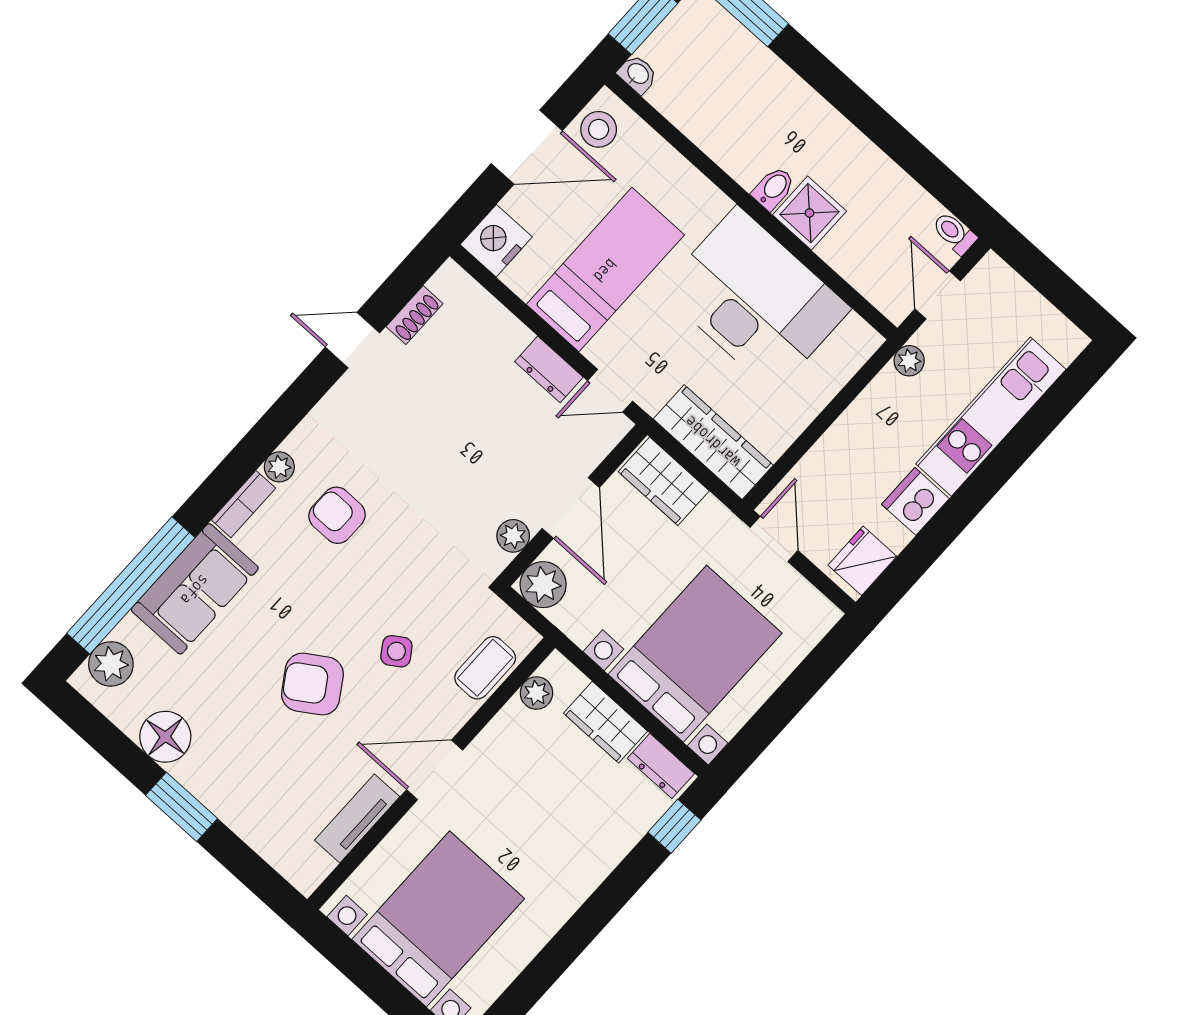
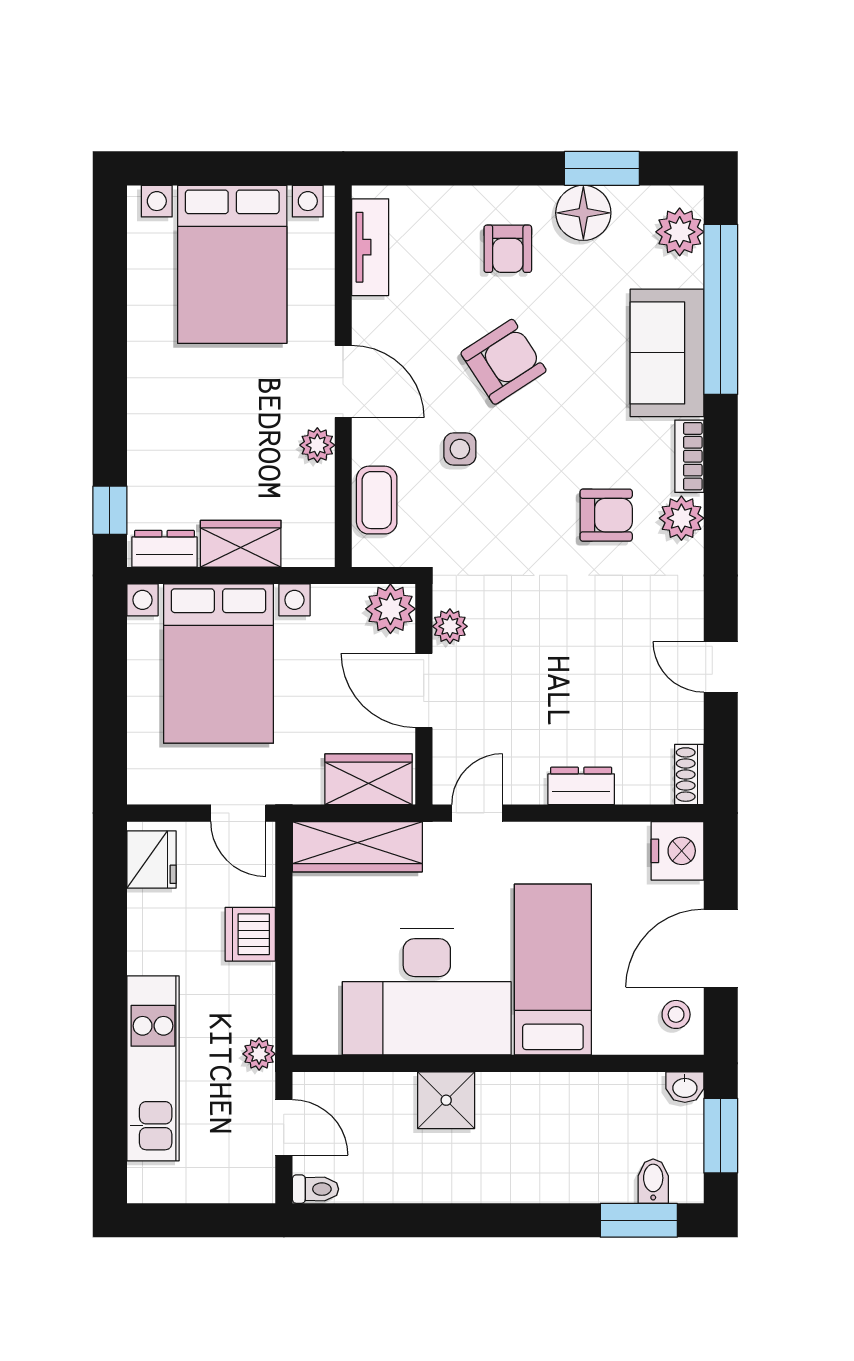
stool: (599, 129) -> (676, 1014), width x0.73, depth x0.73
bidet: (773, 188) -> (653, 1181), moved, turned 180
bed: (605, 270) -> (553, 969), moved, turned 180
shoe rack: (414, 315) -> (689, 775), moved
door: (352, 340) -> (721, 667), swing flipped
dresser: (549, 369) -> (581, 786), moved
plant: (279, 467) -> (681, 518), width x1.38, depth x1.38
dishwasher: (915, 501) -> (250, 934), moved, turned 180
side table: (396, 651) -> (460, 449), turned 34
plant: (536, 693) -> (317, 445), moved
armchair: (239, 759) -> (508, 249), added
door: (435, 770) -> (343, 382), hinge flipped
window: (182, 807) -> (602, 168), moved
tv unit: (357, 818) -> (370, 247), moved

